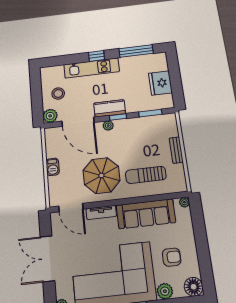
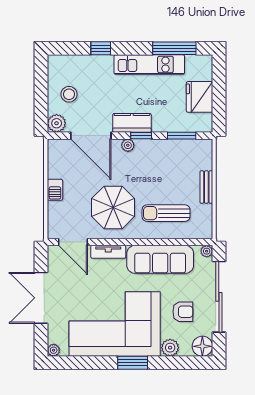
window: (96, 56) -> (101, 48), moved
kitchen unit: (92, 68) -> (149, 65), moved
sliding door: (201, 240) -> (219, 297), added

